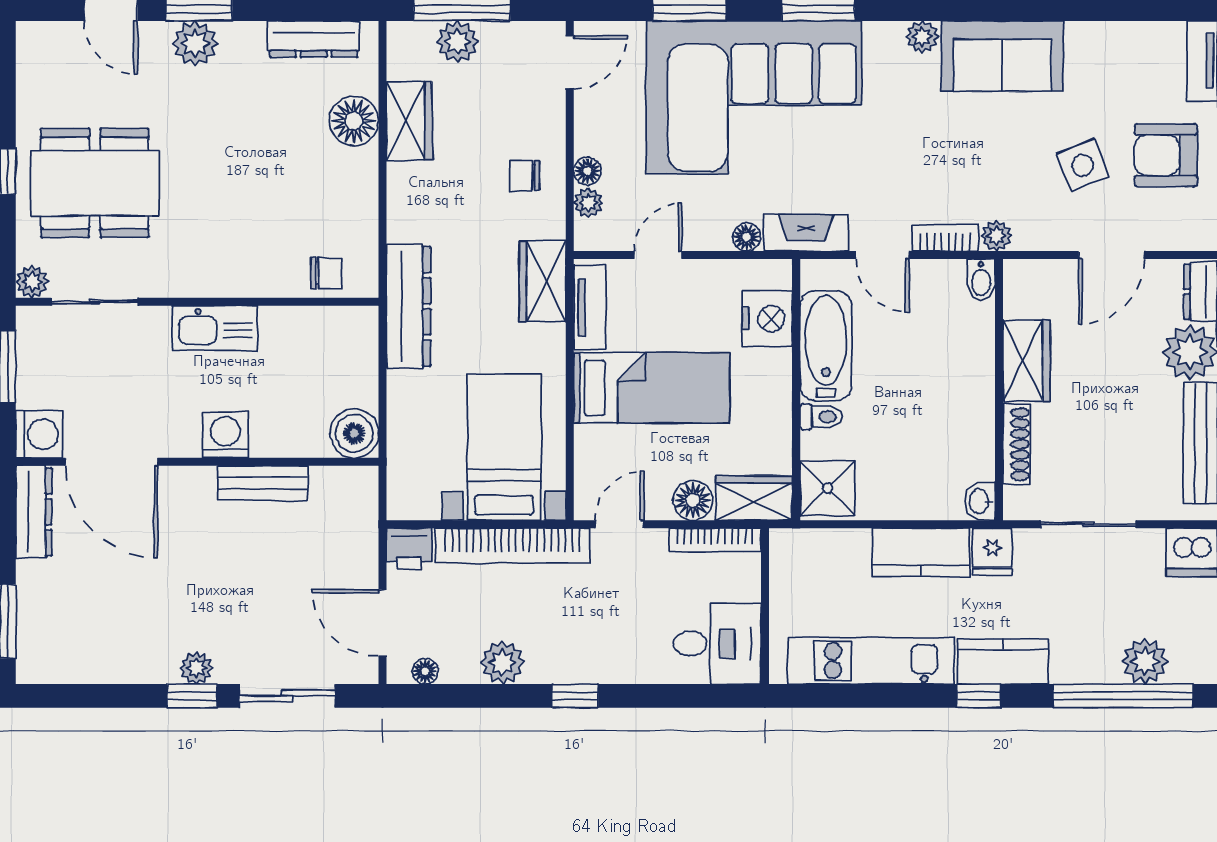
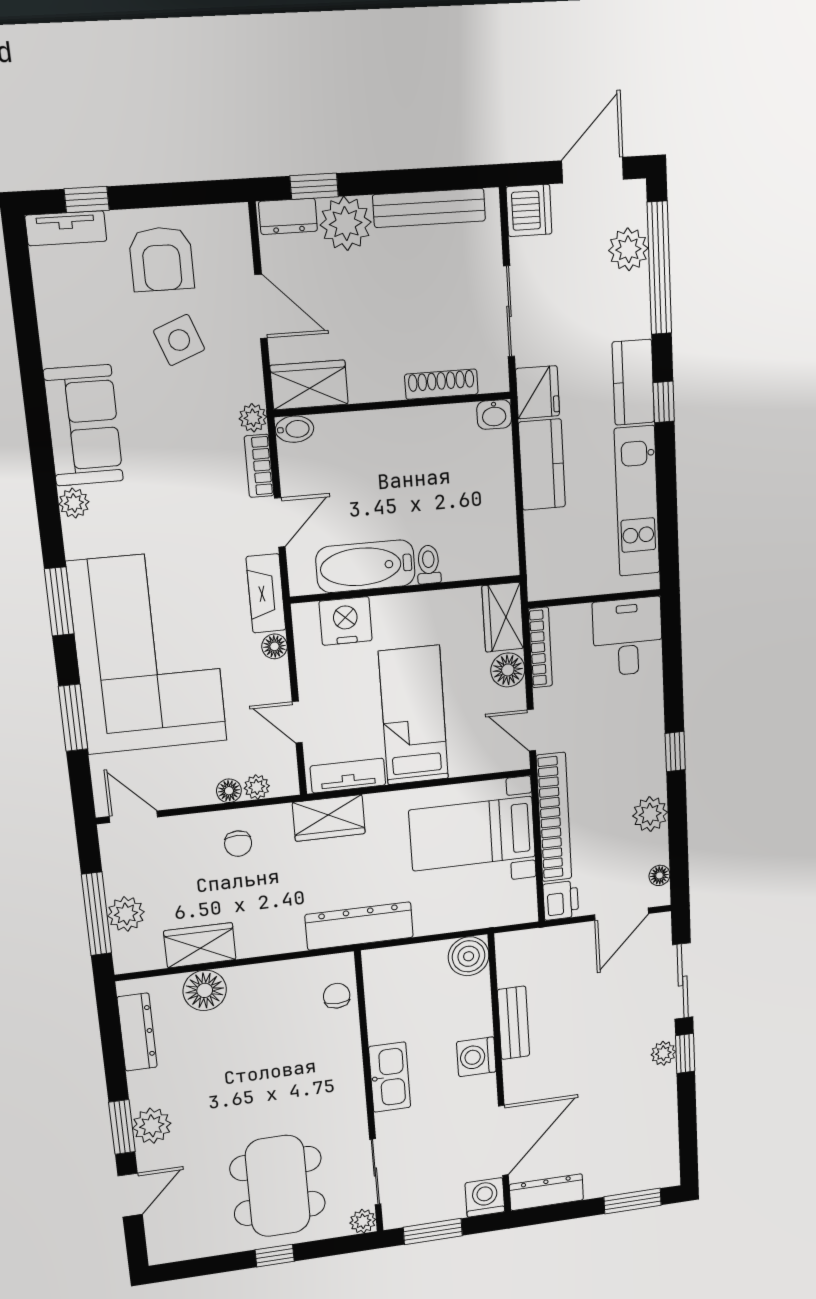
wardrobe: (1026, 361) -> (309, 385), moved
shower: (827, 488) -> (491, 553), removed
fridge: (992, 552) -> (538, 392), width x1.38

